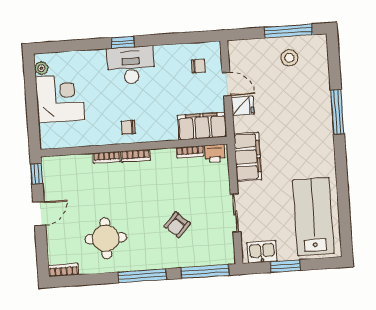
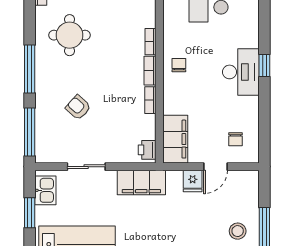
bookcase: (190, 152) -> (150, 100), moved

